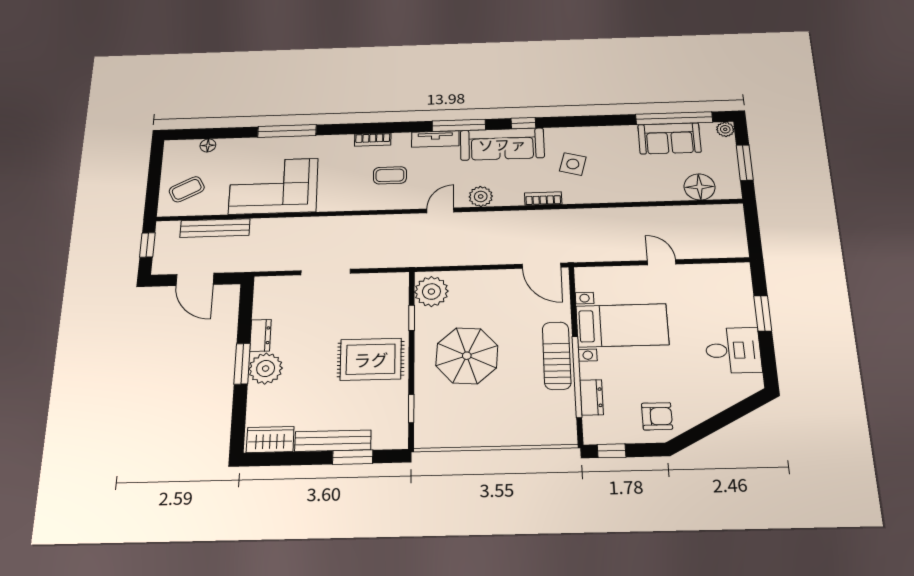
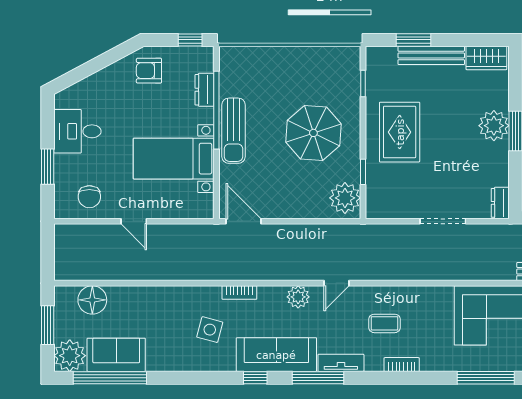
plant: (725, 129) -> (70, 356), width x1.88, depth x1.88
chair: (713, 285) -> (89, 197), added
dresser: (260, 335) -> (500, 203), moved
rug: (371, 359) -> (400, 132), turned 90

